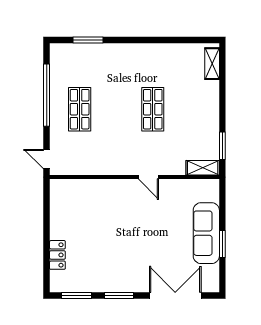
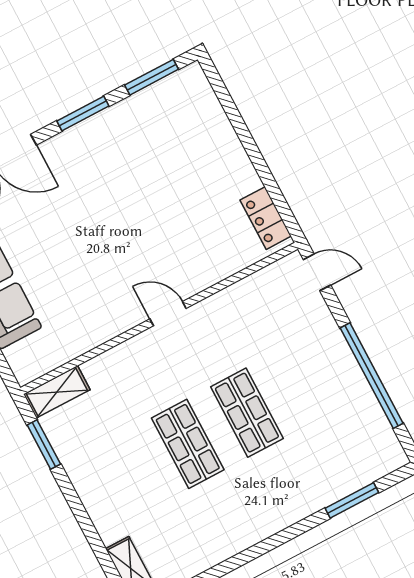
shop shelf: (80, 109) -> (247, 413), moved
door: (148, 177) -> (168, 314), moved
locker: (57, 255) -> (266, 218), moved

